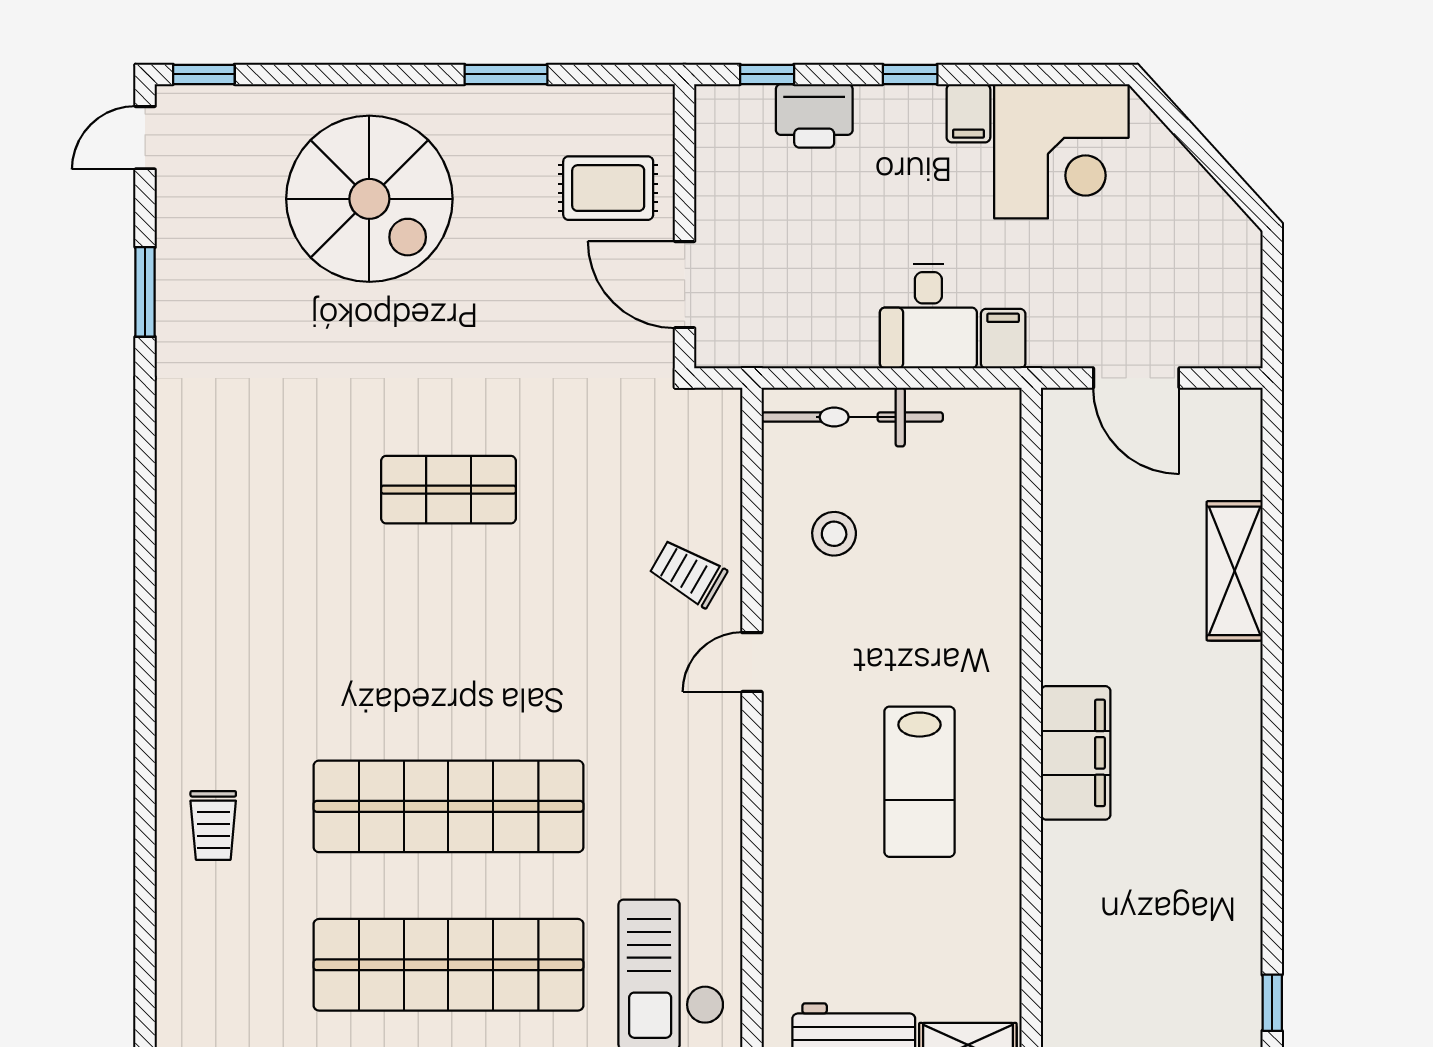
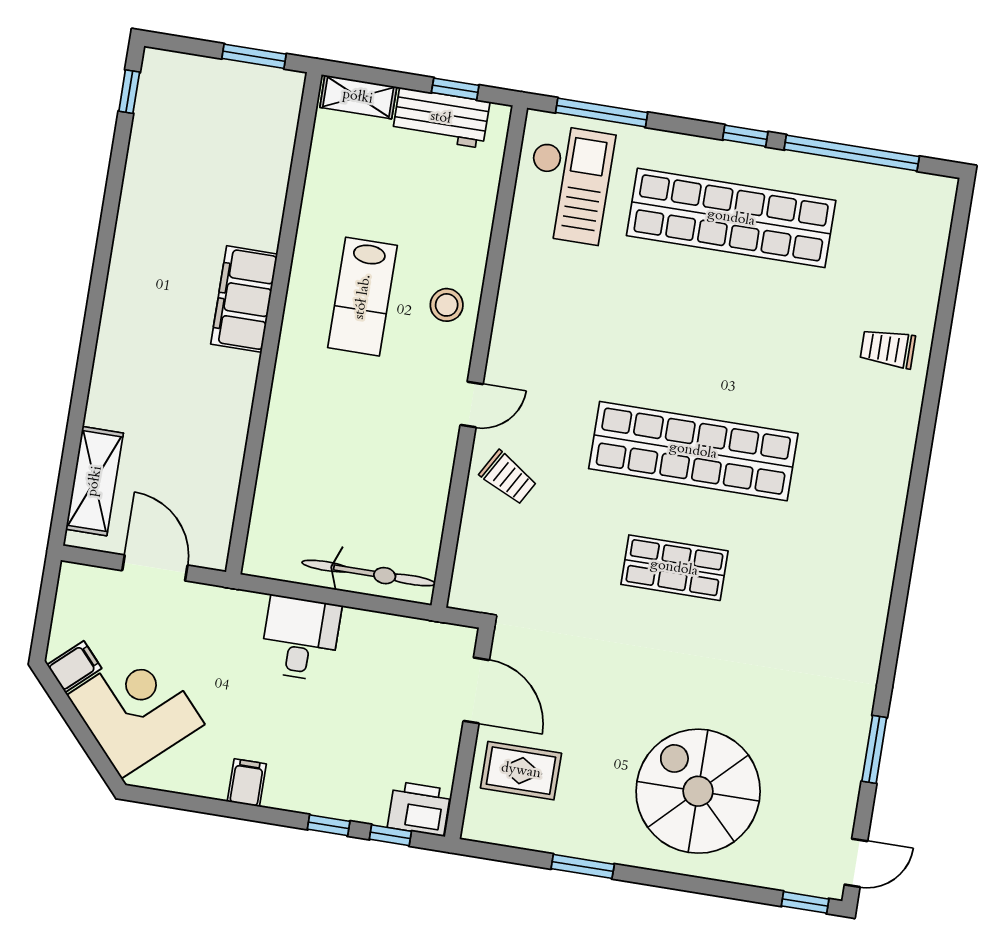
window: (910, 74) -> (329, 825), moved
printer: (814, 116) -> (419, 809), moved
corner desk: (1061, 151) -> (136, 710), moved, turned 48
filing cabinet: (1003, 339) -> (74, 667), moved, turned -132
stool: (834, 534) -> (447, 305), moved
shelving: (1235, 571) -> (95, 481), moved
lab bench: (919, 782) -> (363, 297), turned 180
shop shelf: (448, 806) -> (693, 451), moved
trolley: (213, 825) -> (888, 349), turned -90

